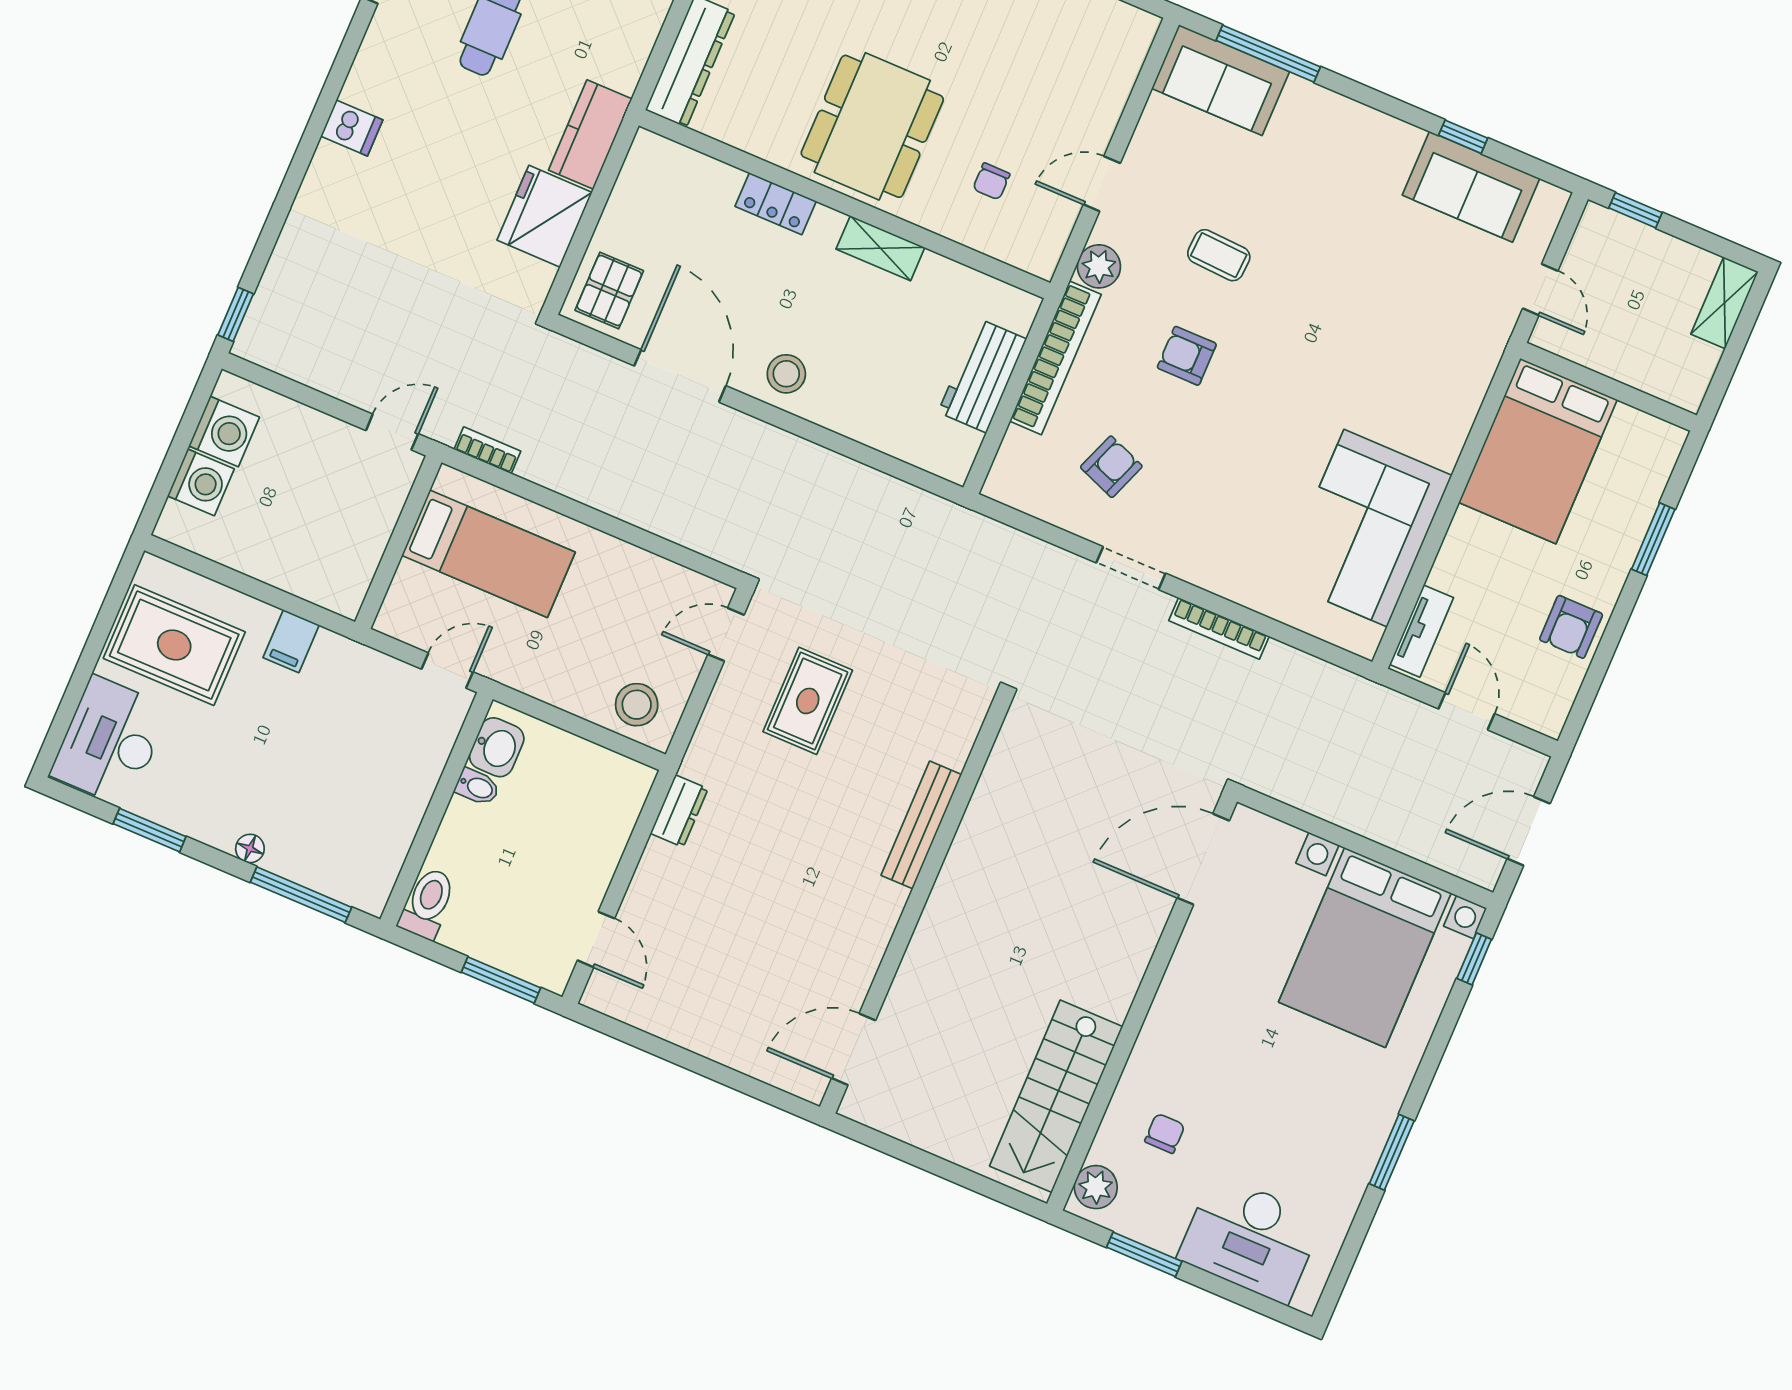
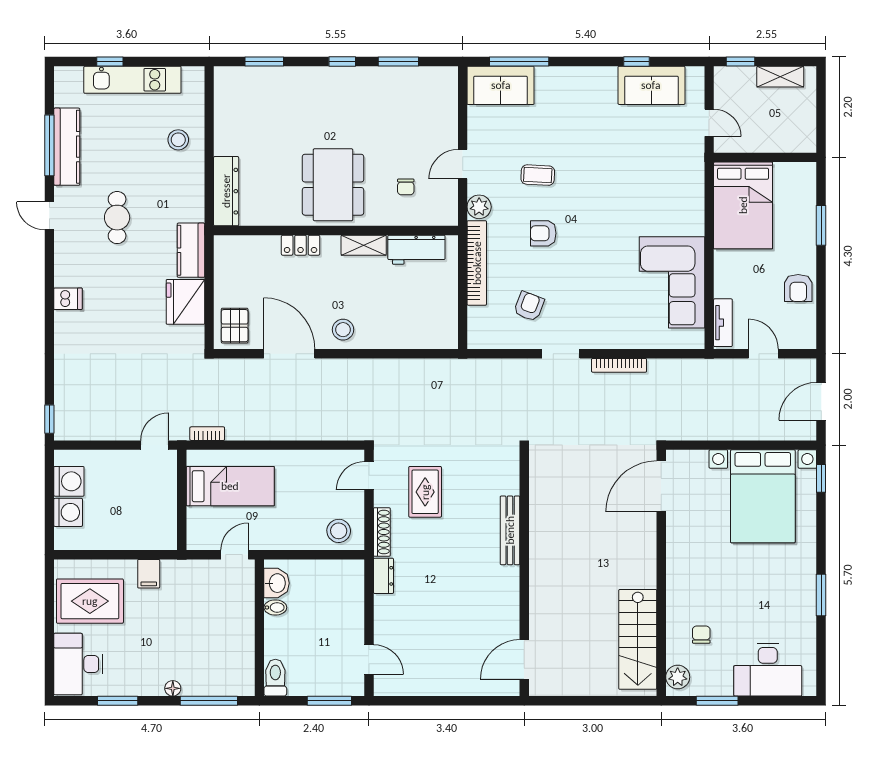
shelving: (1725, 303) -> (780, 77), moved, turned 90
workbench: (982, 376) -> (416, 250), moved, turned -90
shoe rack: (707, 737) -> (382, 532), added

